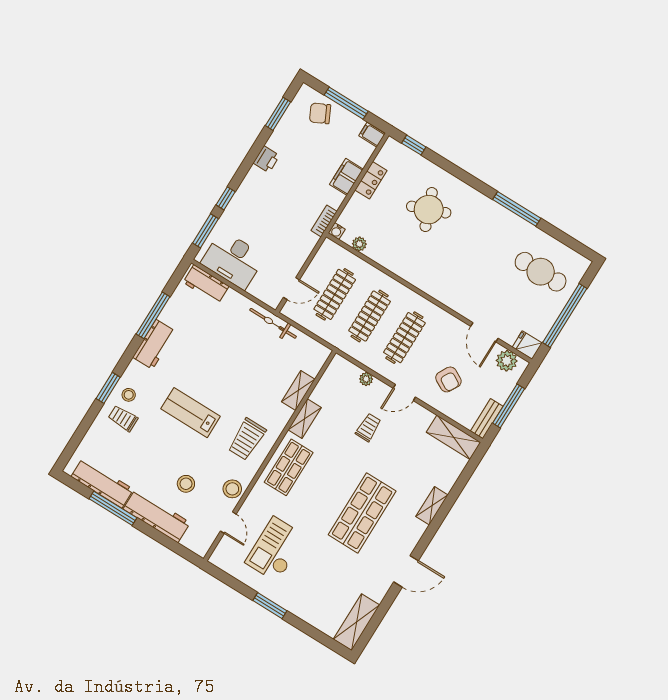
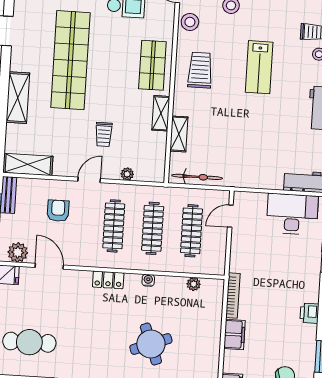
locker: (371, 180) -> (108, 280), moved, turned -90
bookcase: (324, 221) -> (233, 296), width x1.56
water cooler: (337, 231) -> (148, 280), moved
bicycle: (273, 323) -> (197, 177), moved
armchair: (448, 379) -> (58, 211), turned 61
lab bench: (191, 413) -> (259, 67), turned 90
shelving: (432, 506) -> (18, 98), width x1.50, depth x1.33
shop shelf: (362, 513) -> (70, 60), width x1.40

